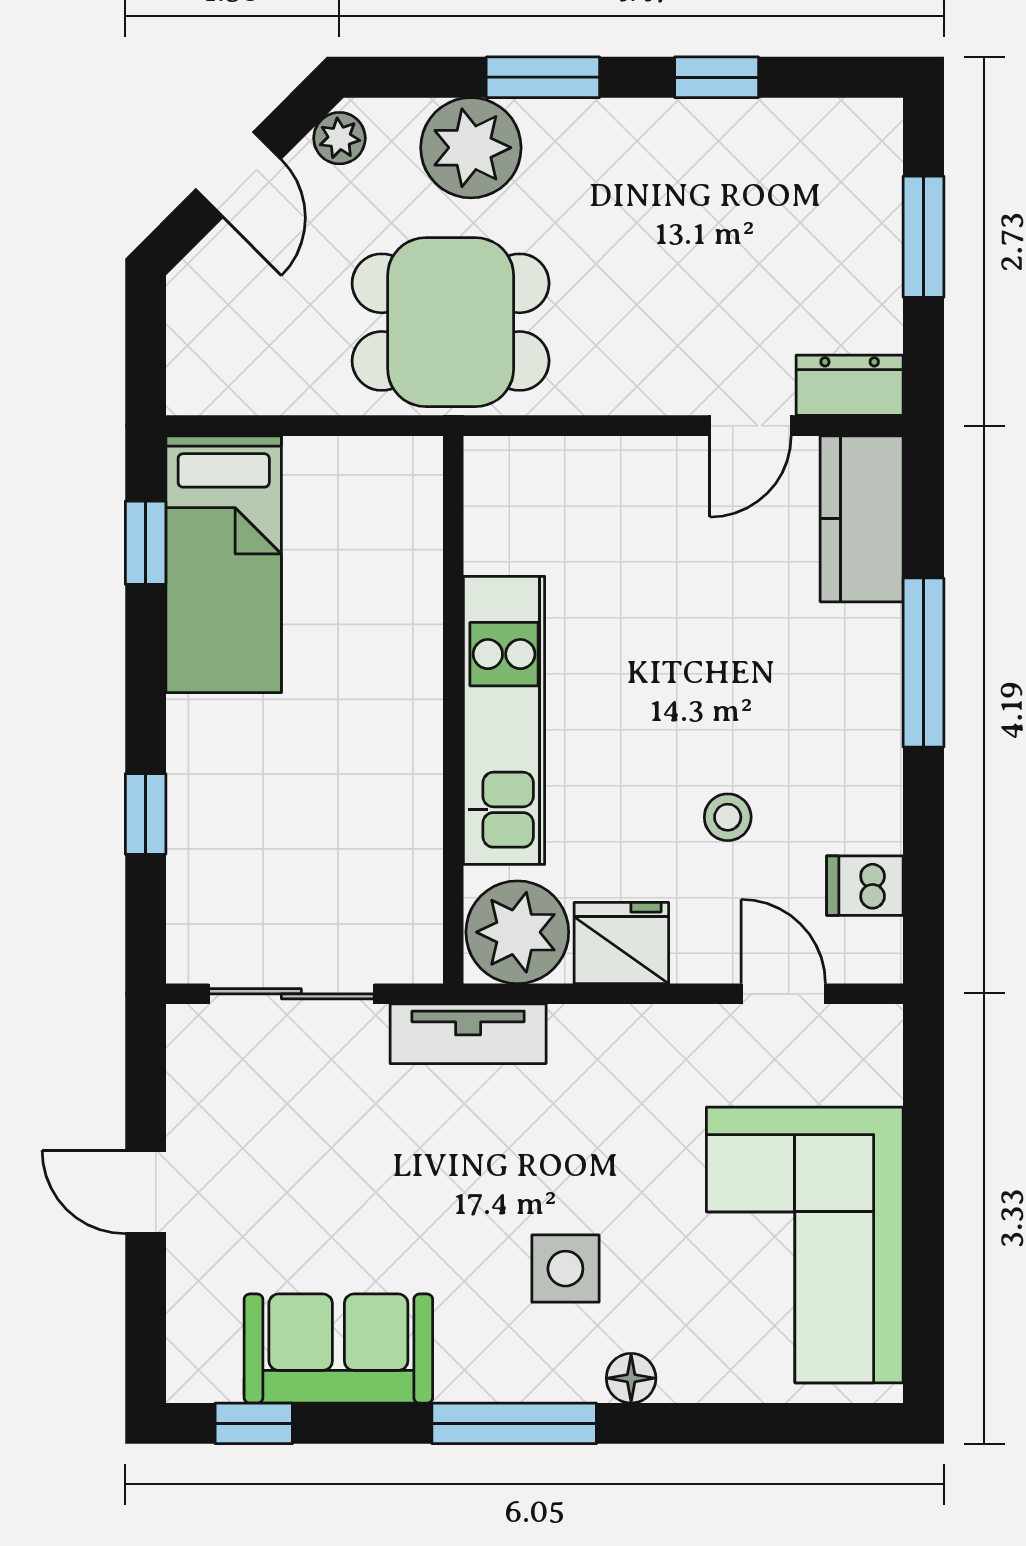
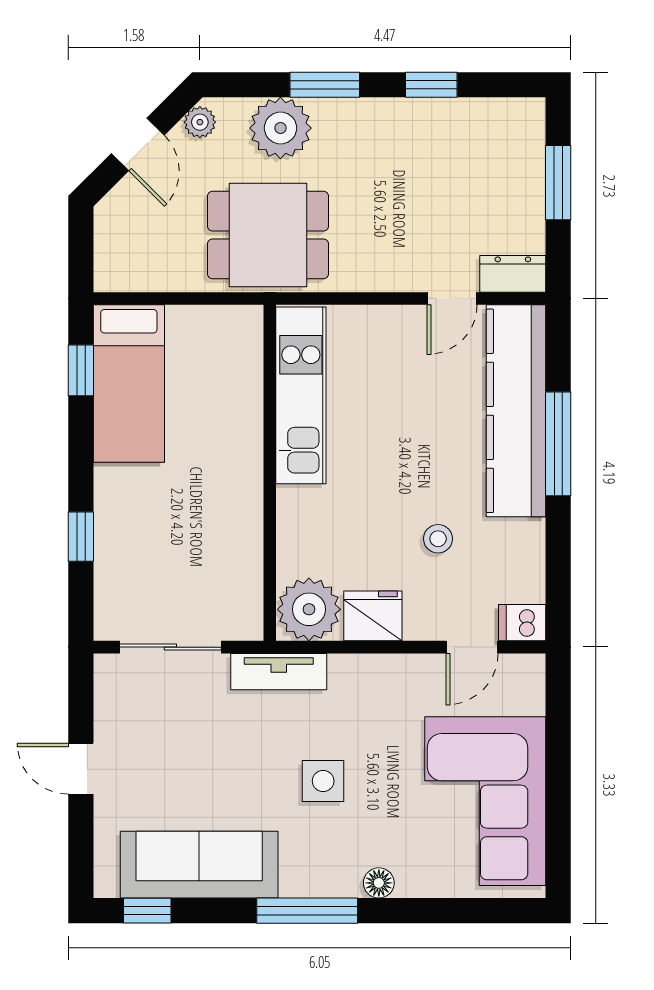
kitchen counter: (862, 519) -> (516, 411), width x2.08, depth x1.17
kitchen unit: (504, 720) -> (301, 395), moved
dishwasher: (865, 886) -> (522, 623), moved
door: (783, 994) -> (472, 647), swing flipped
side table: (565, 1269) -> (323, 781), moved
sofa: (338, 1349) -> (199, 865), width x1.36

